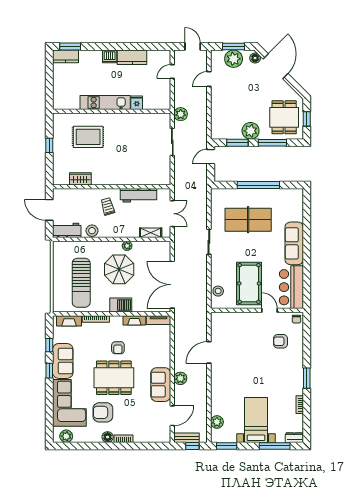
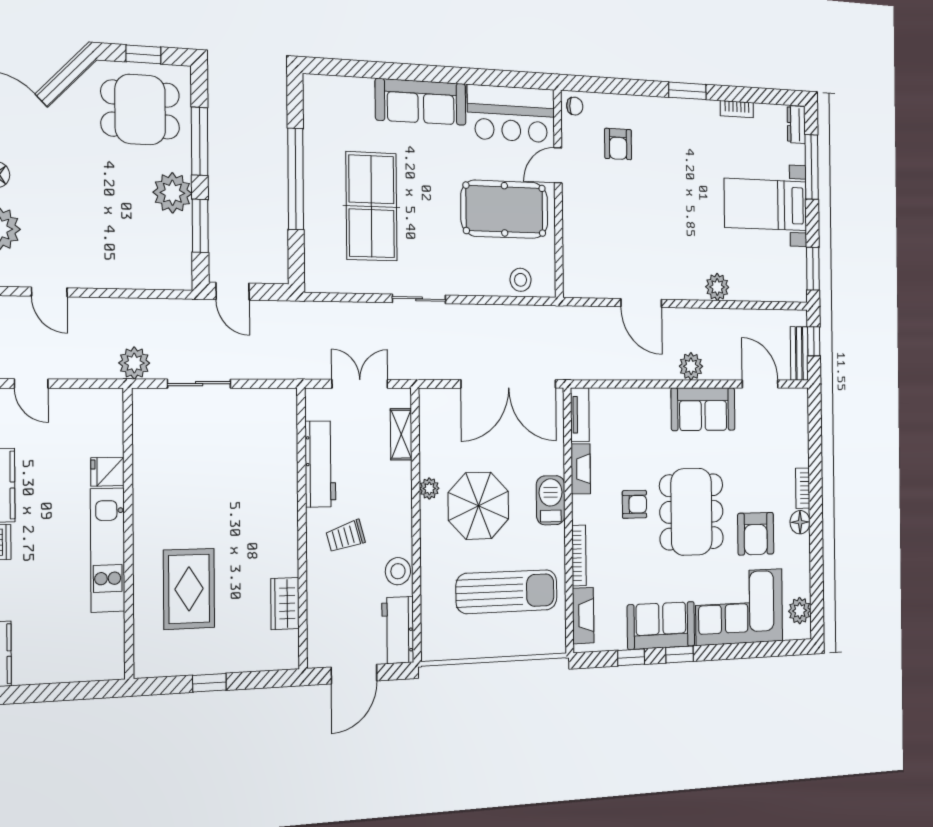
plant: (217, 422) -> (717, 287), moved

